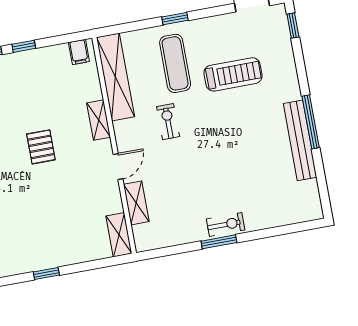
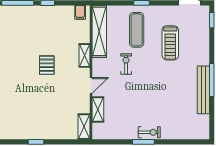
treadmill: (233, 74) -> (170, 43), turned 90

